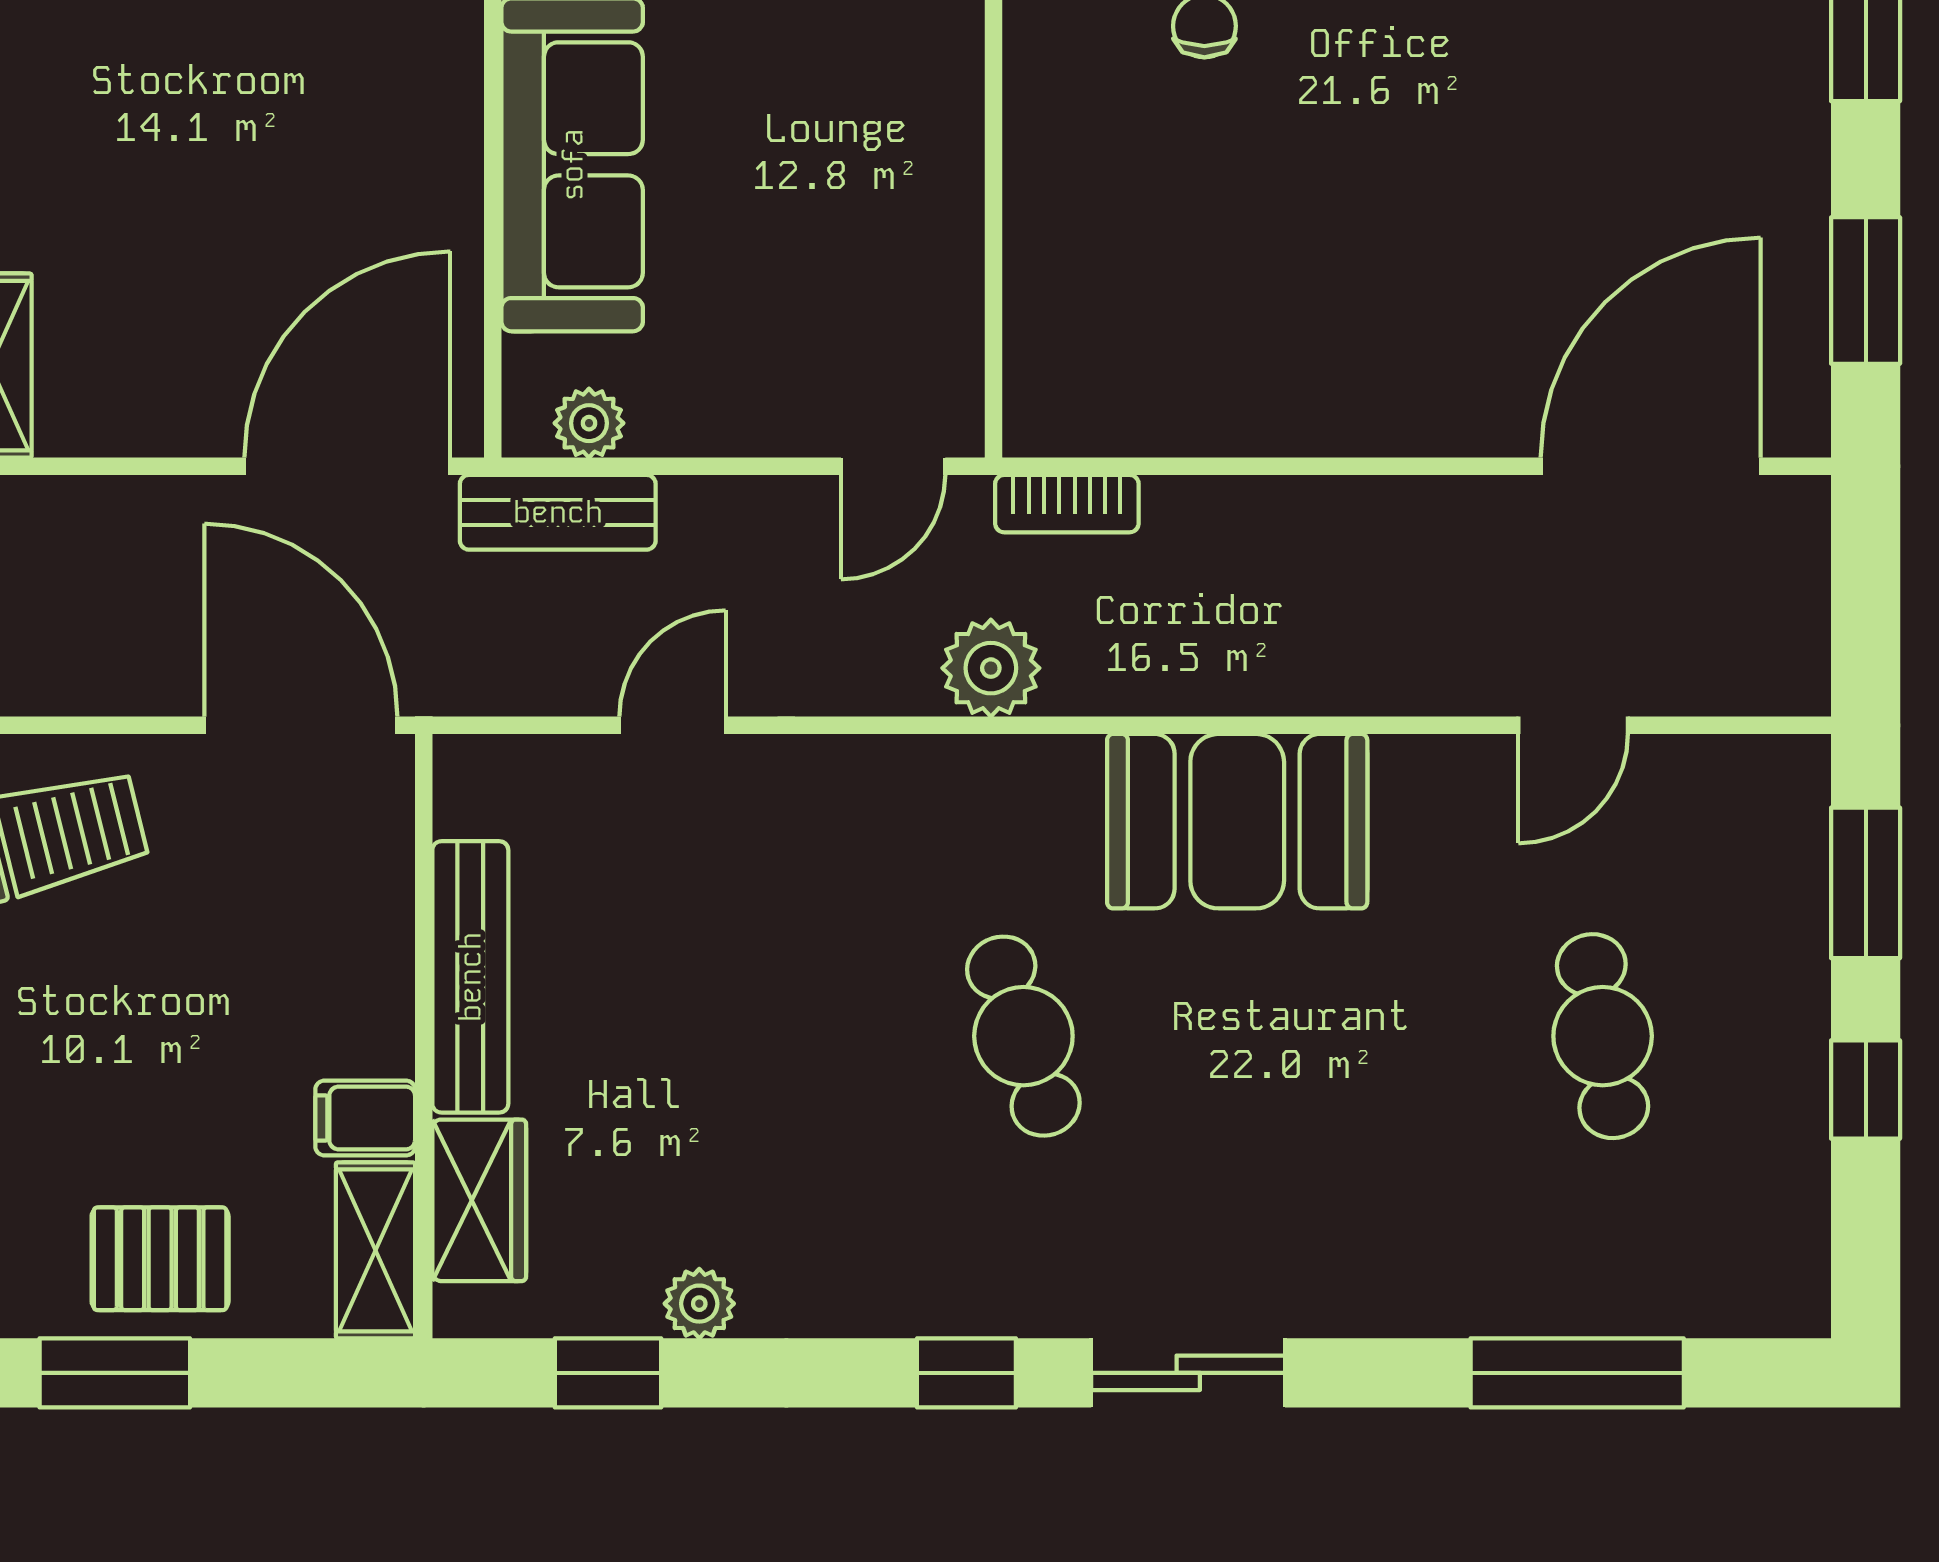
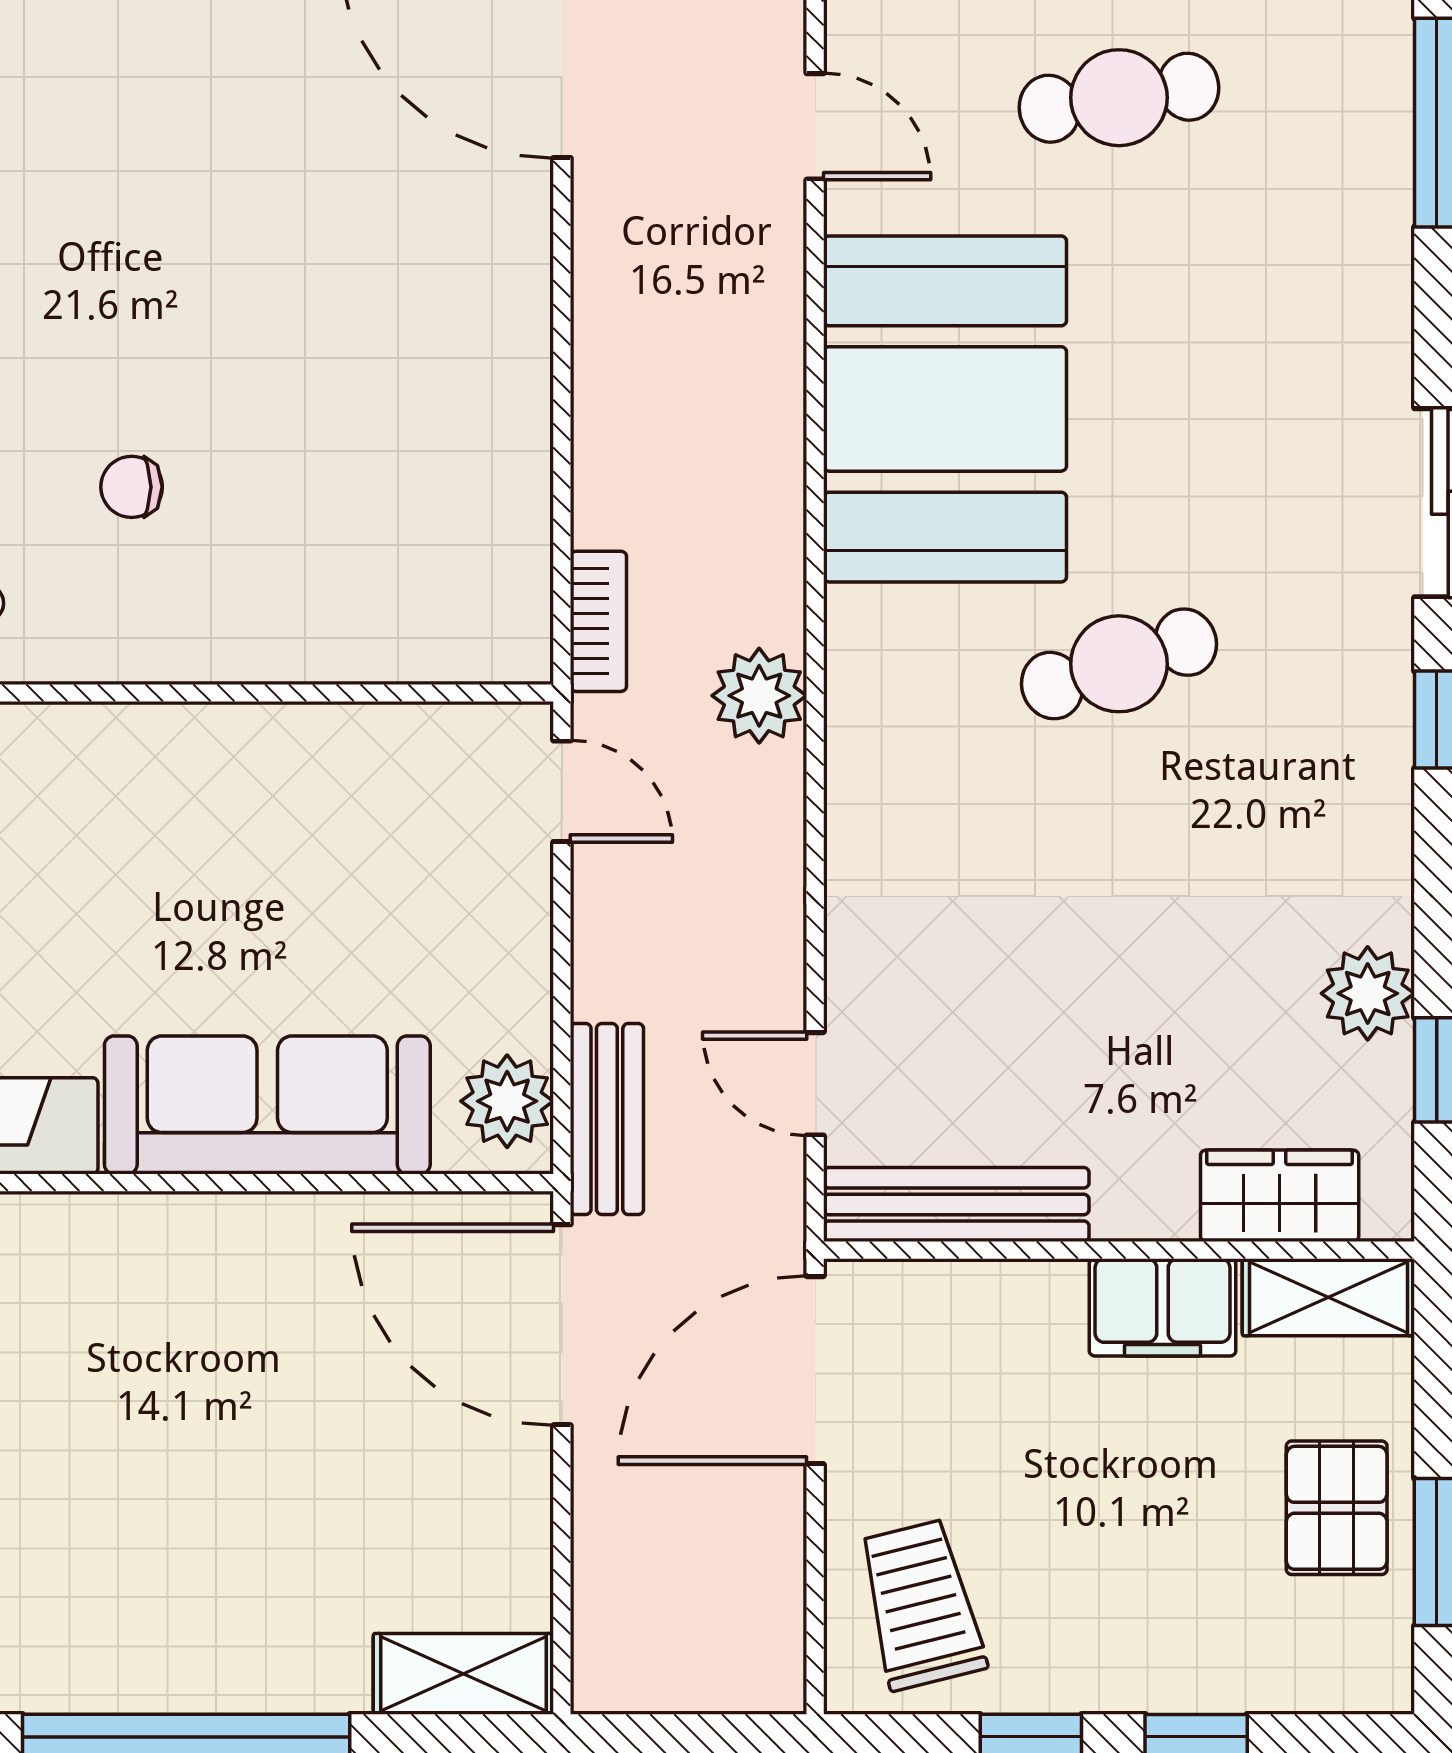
plant: (589, 423) -> (507, 1101), width x1.38, depth x1.38
door: (673, 725) -> (815, 1084), moved
booth: (1237, 821) -> (945, 409), width x1.36, depth x1.42
bench: (470, 977) -> (956, 1205), moved
filing cabinet: (365, 1118) -> (1162, 1307), width x2.00
plant: (699, 1304) -> (1368, 993), width x1.38, depth x1.38

